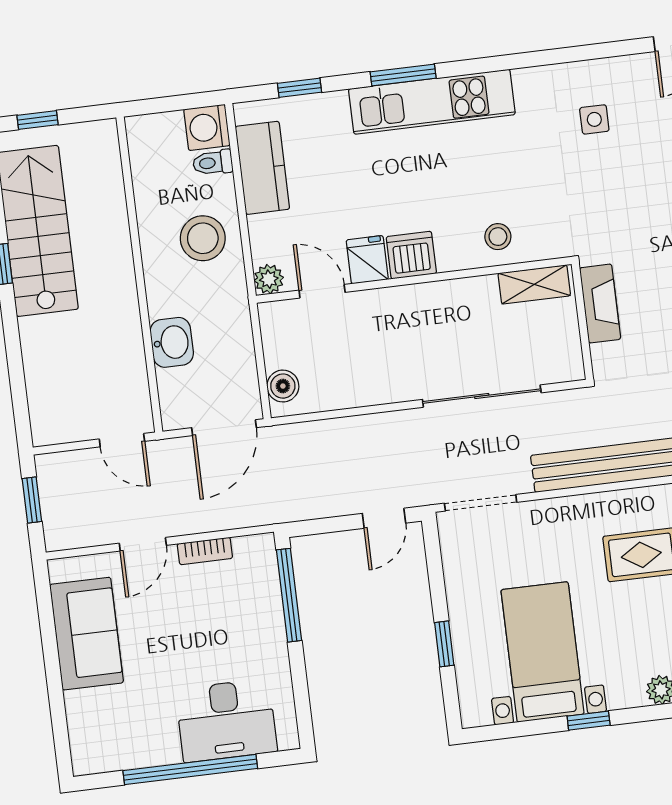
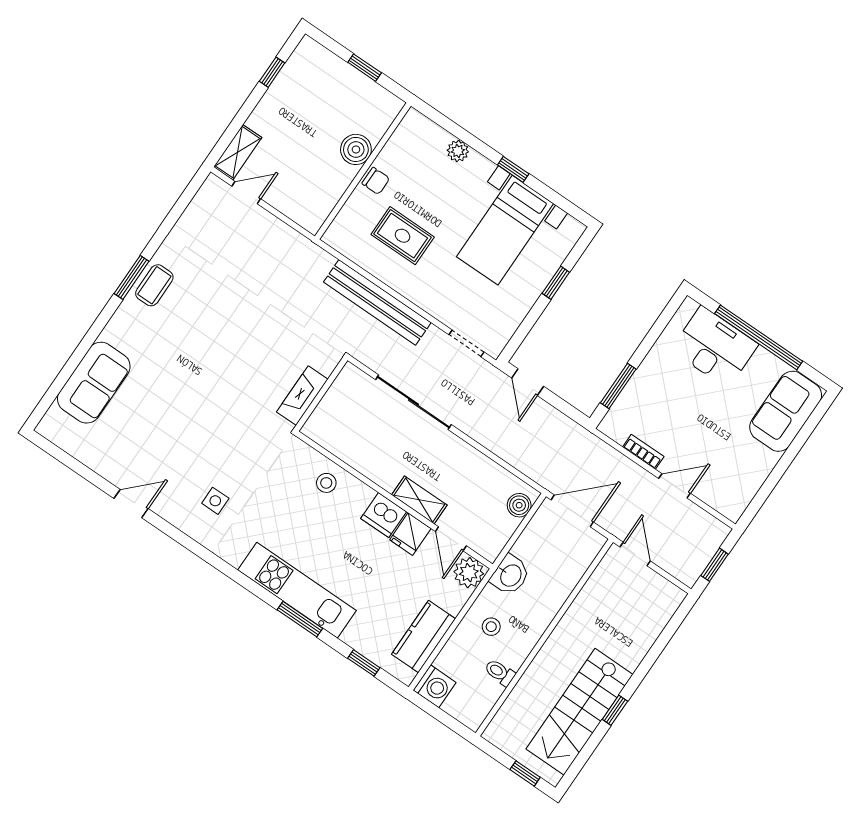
toilet: (213, 163) -> (500, 672), moved, turned 180
stool: (203, 238) -> (491, 627), width x0.53, depth x0.53
plant: (269, 279) -> (469, 573), width x1.38, depth x1.38
shelving: (534, 284) -> (419, 500), moved
washbasin: (172, 342) -> (510, 575), moved, turned 180
doorway: (481, 503) -> (466, 343), width x0.73
door: (384, 518) -> (528, 382), swing flipped
window: (289, 595) -> (618, 386), width x0.69
sofa: (87, 634) -> (786, 411), moved

